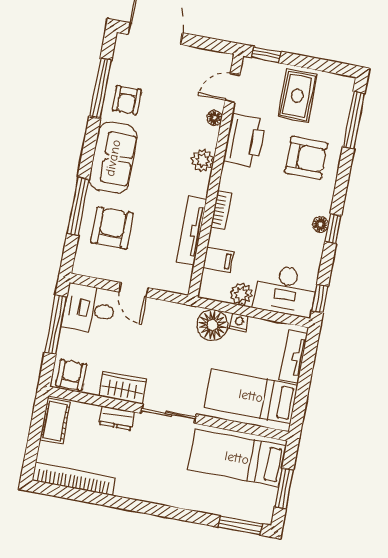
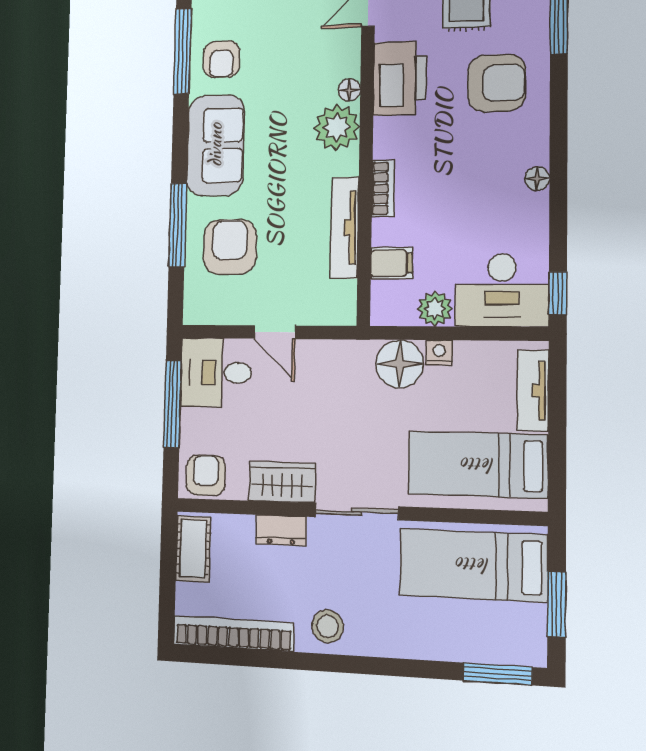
floor lamp: (215, 118) -> (349, 90), moved
plant: (202, 160) -> (337, 127), width x1.36, depth x1.36
window: (333, 229) -> (558, 181), removed
stool: (137, 483) -> (328, 626), added

